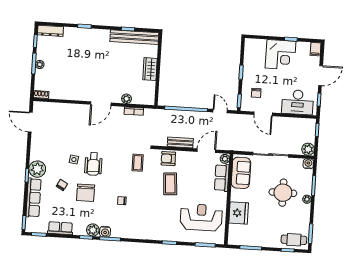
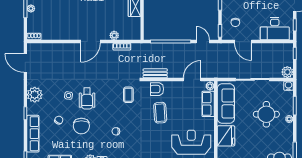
bench: (180, 142) -> (155, 73), moved
plant: (37, 169) -> (35, 95), moved
sofa: (241, 173) -> (226, 103), width x1.36

